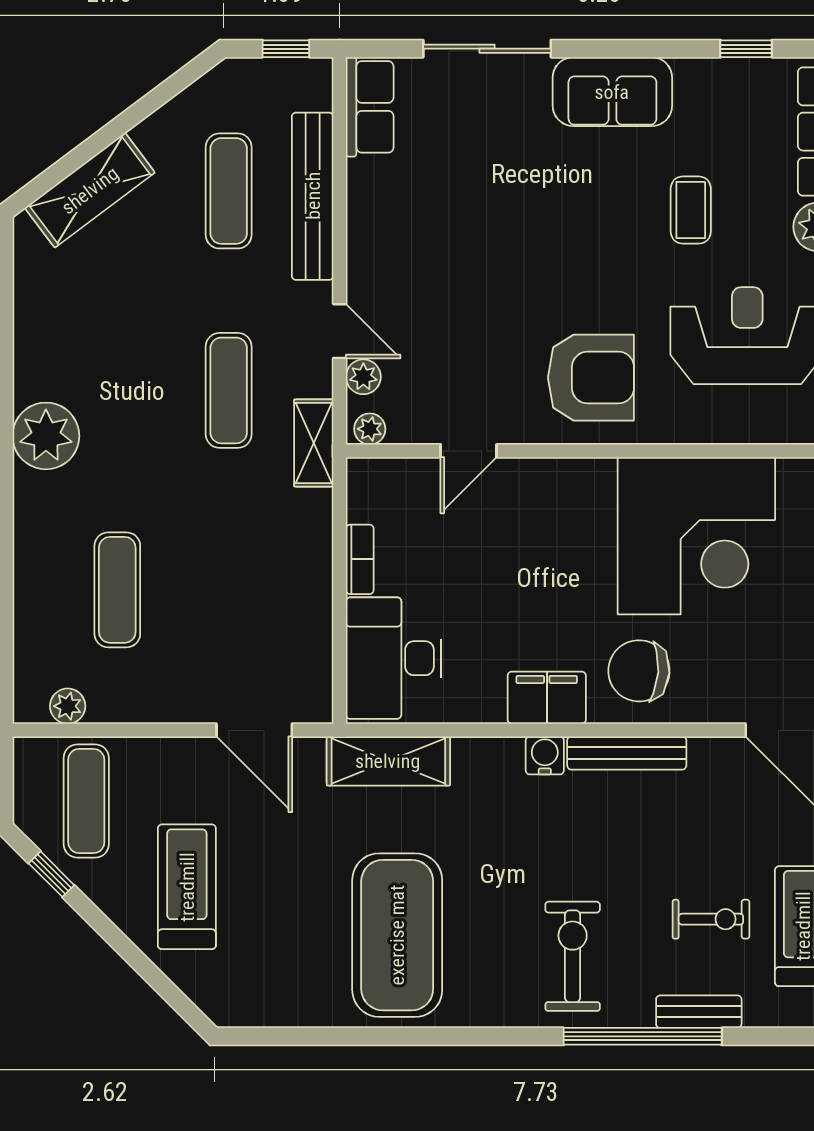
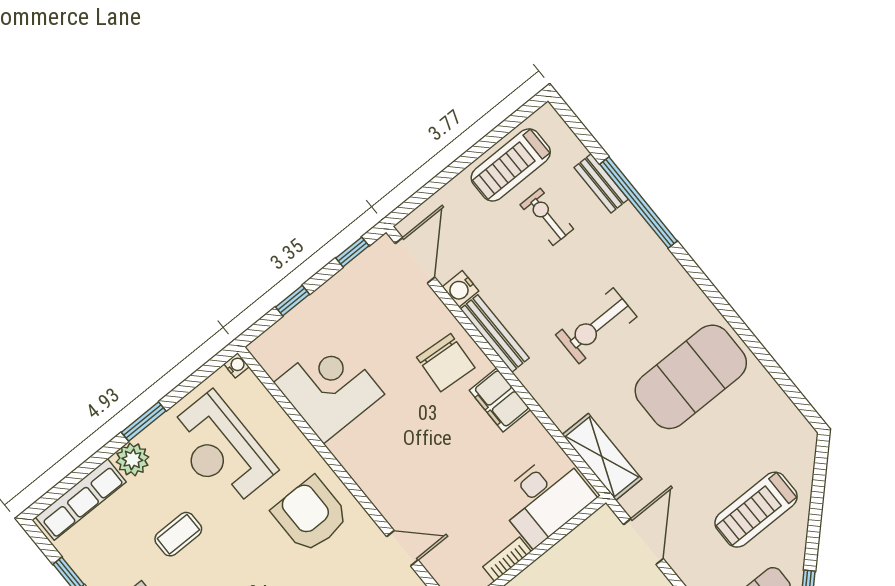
corner desk: (696, 536) -> (329, 388), width x0.74, depth x0.74
water cooler: (545, 755) -> (461, 289), moved
exercise bike: (573, 956) -> (596, 326), moved

